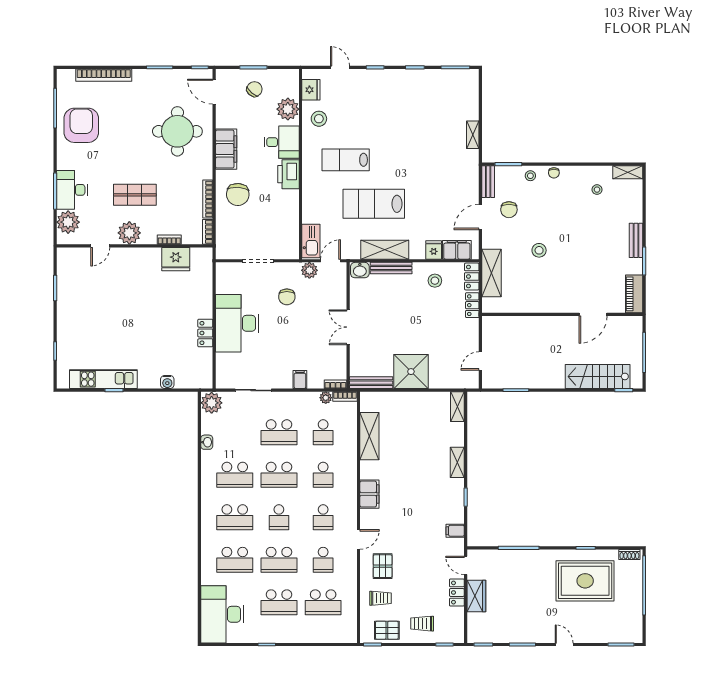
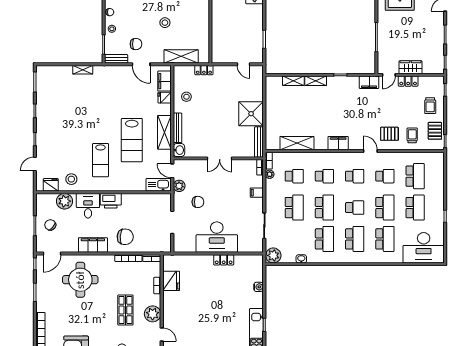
locker: (472, 276) -> (183, 70), removed
shelving: (457, 407) -> (293, 81), moved
filing cabinet: (455, 531) -> (369, 82), width x2.00

